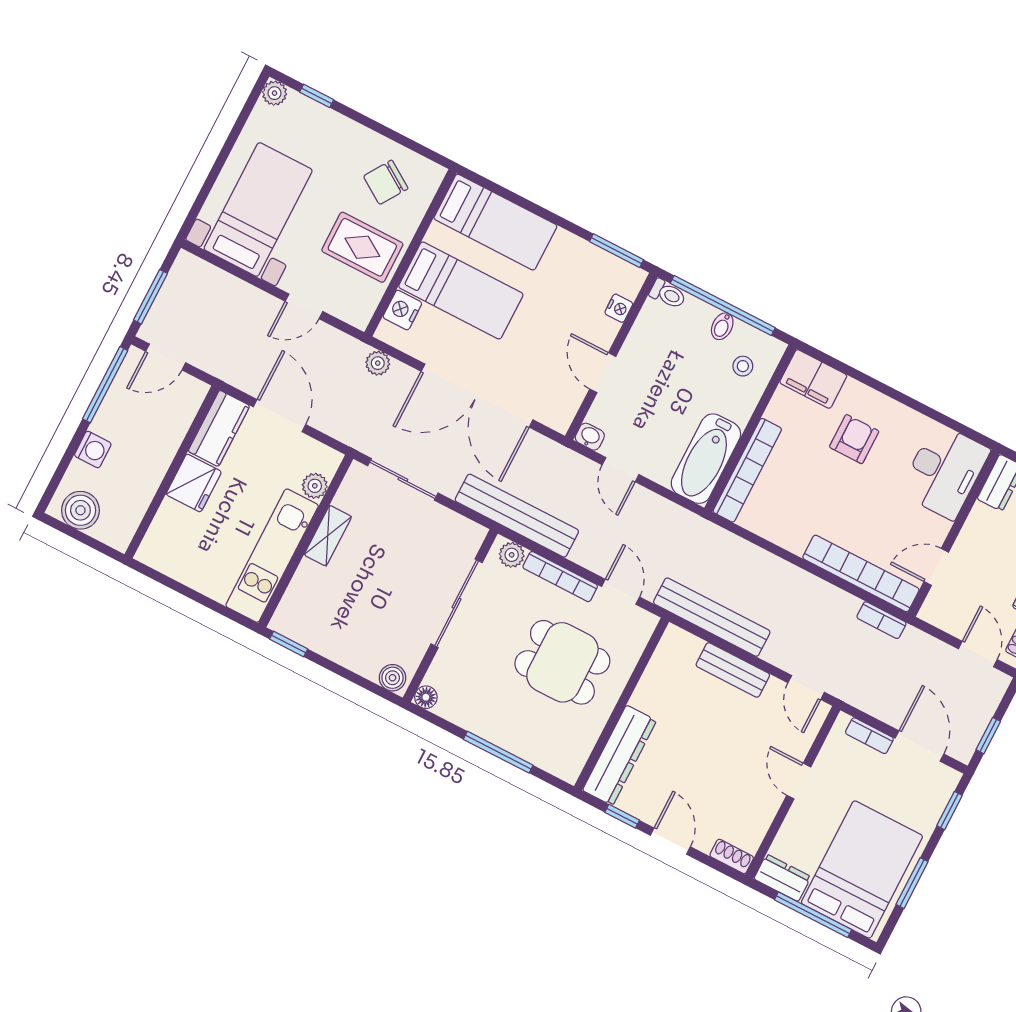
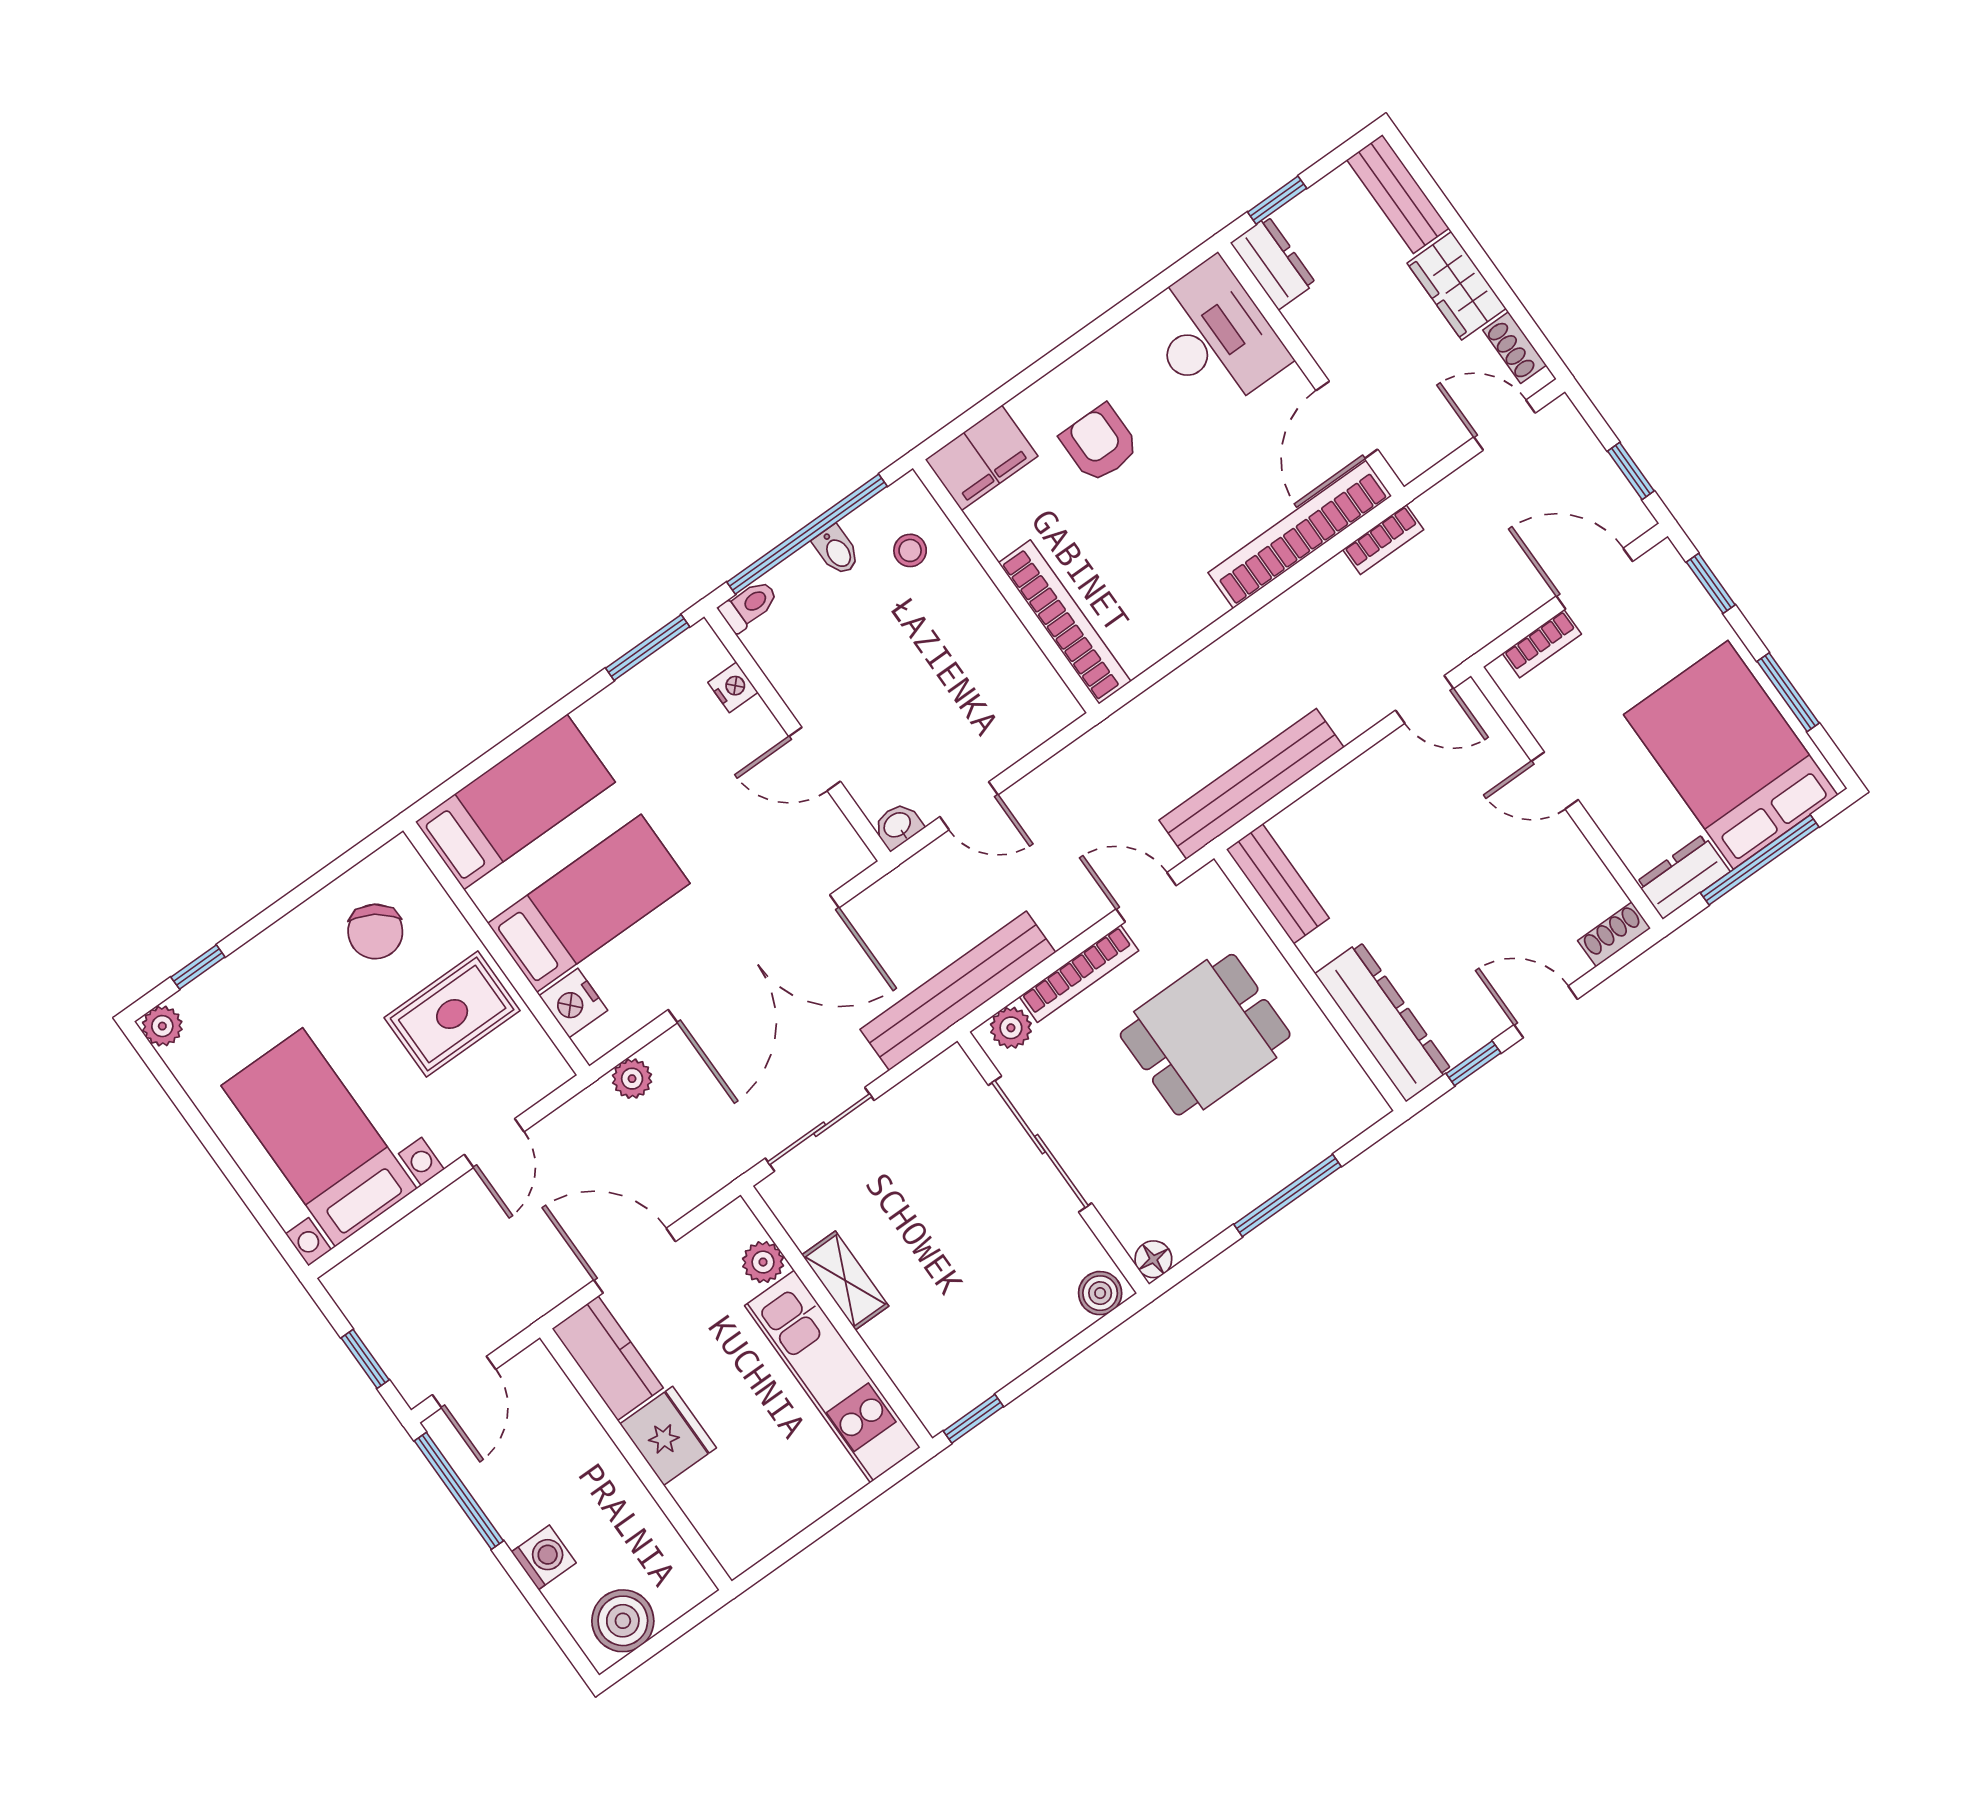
window: (151, 297) -> (365, 1359), width x0.67
bathtub: (706, 459) -> (1017, 673), removed
door: (936, 567) -> (1347, 420), width x1.38
bench: (733, 670) -> (1278, 884), moved, turned 90

